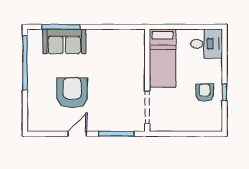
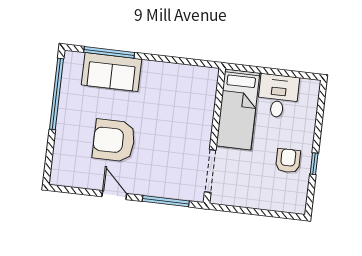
desk: (207, 44) -> (278, 96), moved, turned -90
armchair: (72, 93) -> (114, 140), turned -90
door: (77, 134) -> (114, 195), hinge flipped

